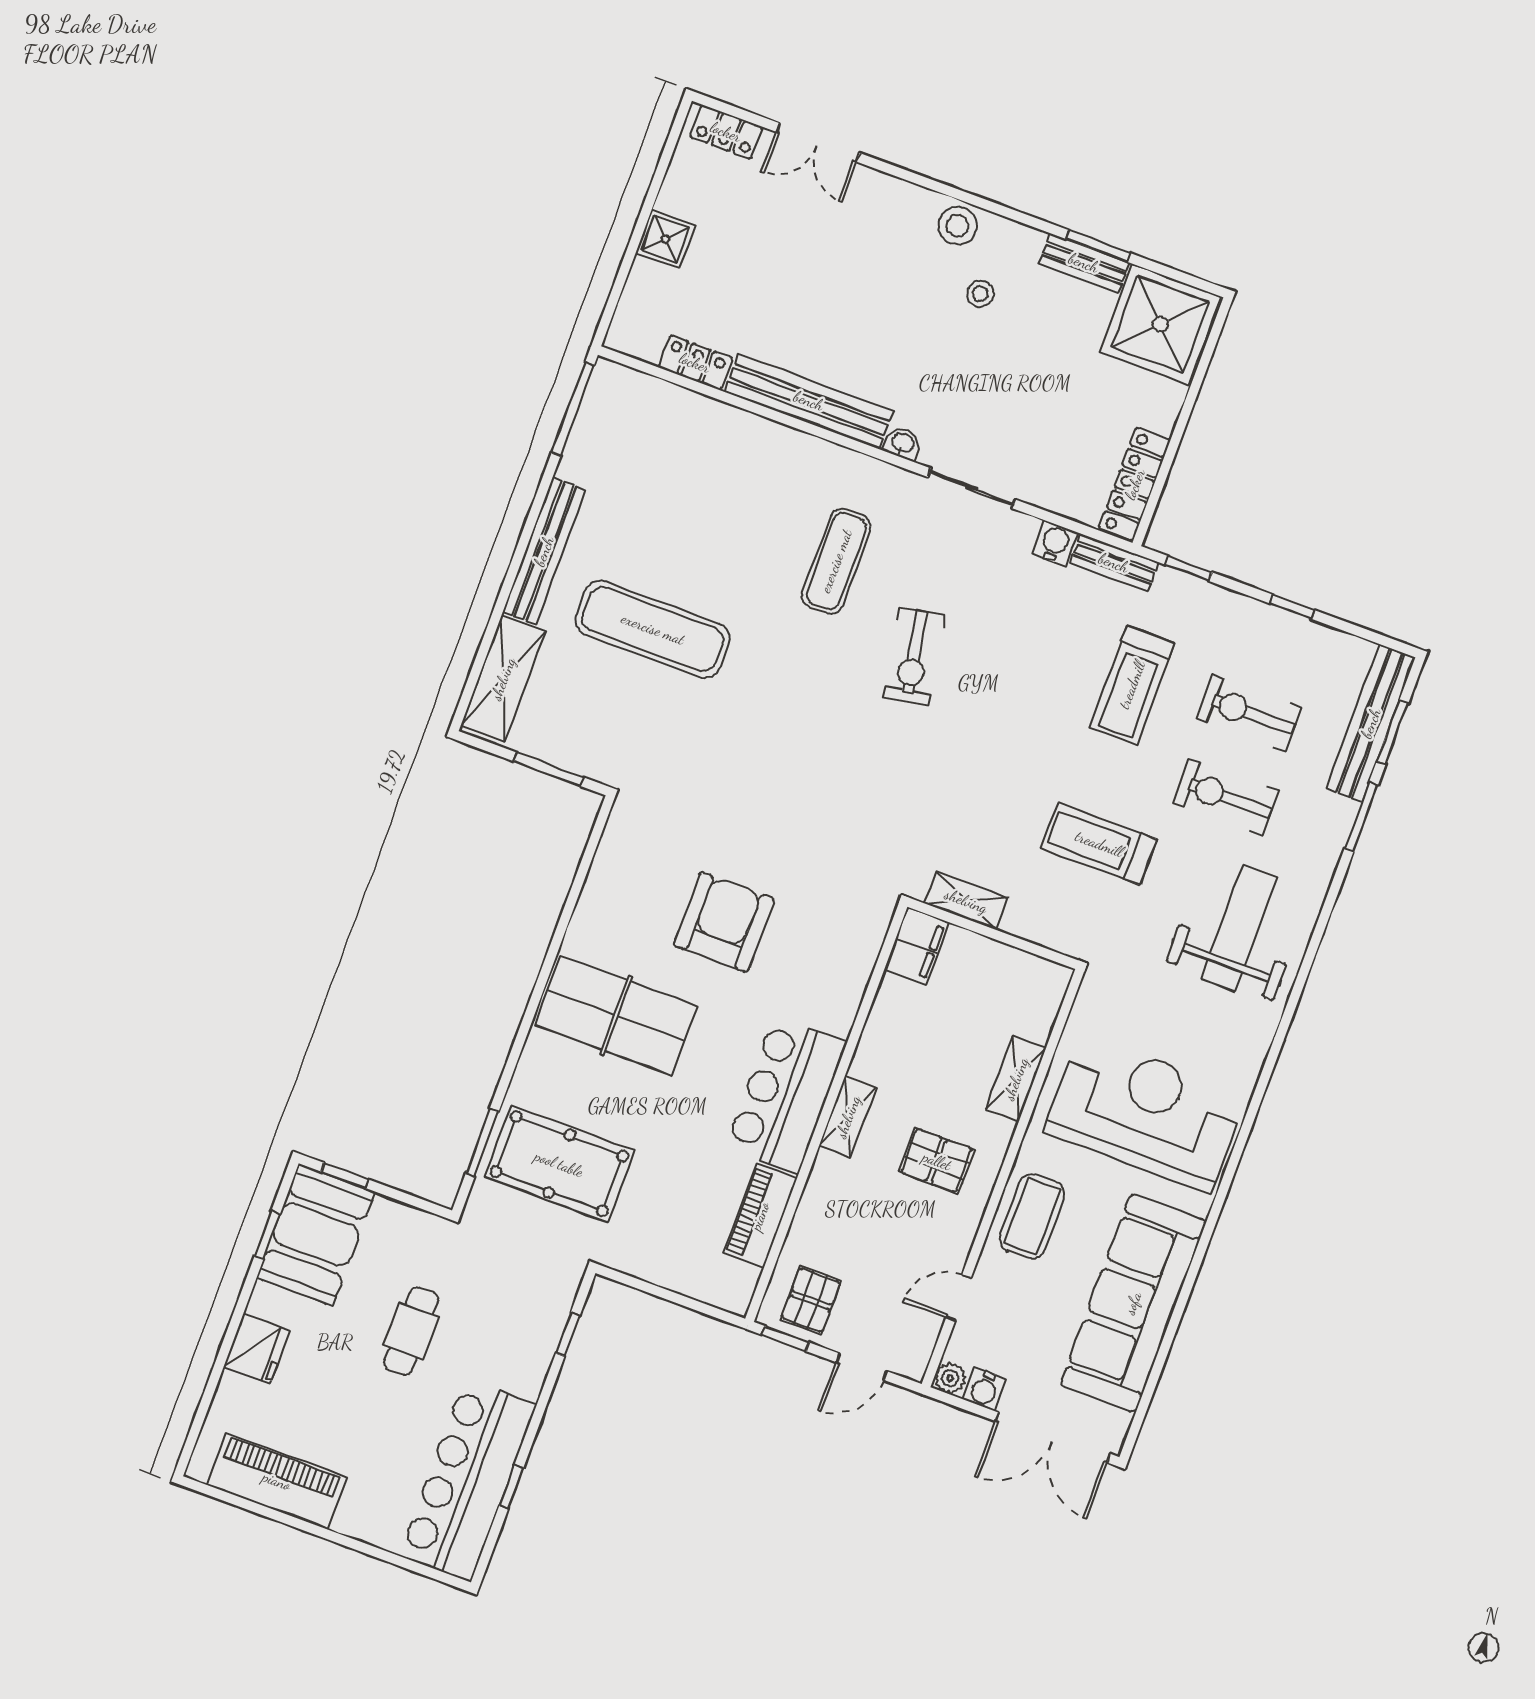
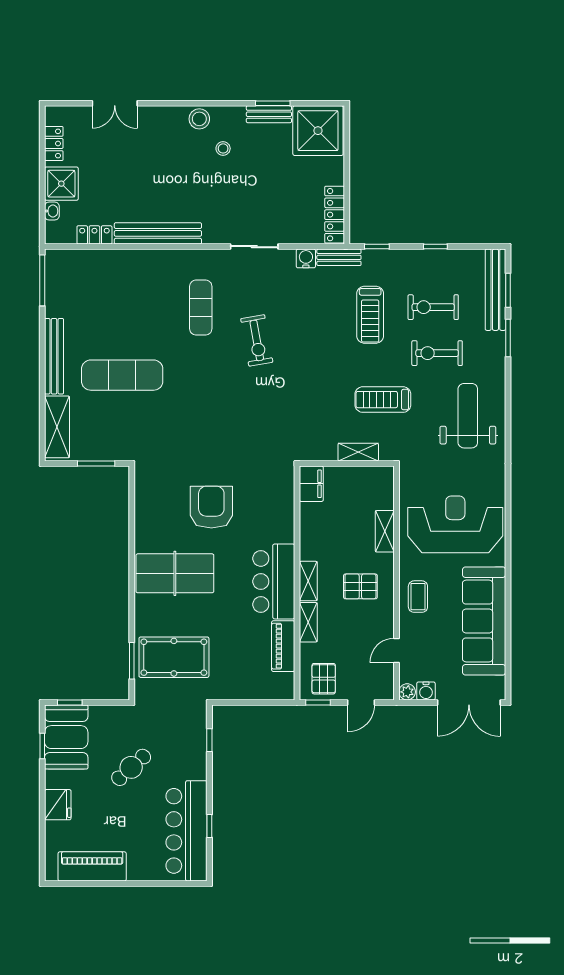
locker: (726, 132) -> (54, 144), moved, turned -90
shower: (665, 239) -> (61, 184), width x1.36, depth x1.36
washbasin: (903, 443) -> (52, 211), moved, turned 90
shelving: (966, 901) -> (358, 452), moved
shelving: (821, 1190) -> (308, 622), added
coffee table: (1032, 1216) -> (418, 597), width x0.73, depth x0.77
cafe table: (411, 1331) -> (131, 767), turned 48

